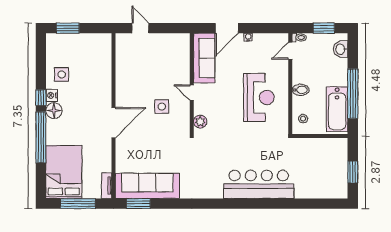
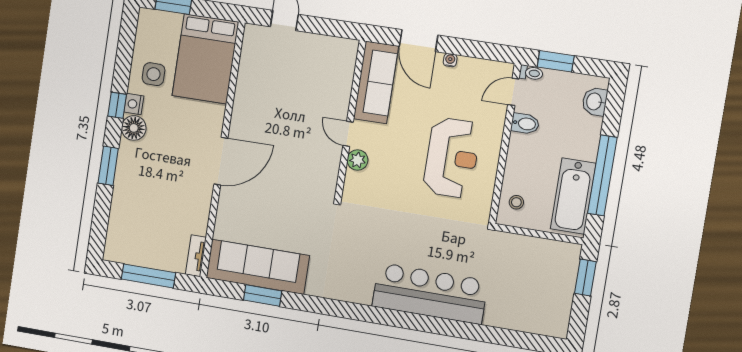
door: (227, 28) -> (419, 41), hinge flipped
window: (324, 28) -> (556, 61), moved
bidet: (301, 90) -> (525, 124), moved
side table: (162, 107) -> (298, 148), removed
plant: (200, 122) -> (357, 160), moved
window: (41, 137) -> (108, 166), width x0.47
bed: (64, 172) -> (205, 59), moved, turned 180
window: (353, 172) -> (585, 278), moved
window: (138, 204) -> (263, 296), moved

